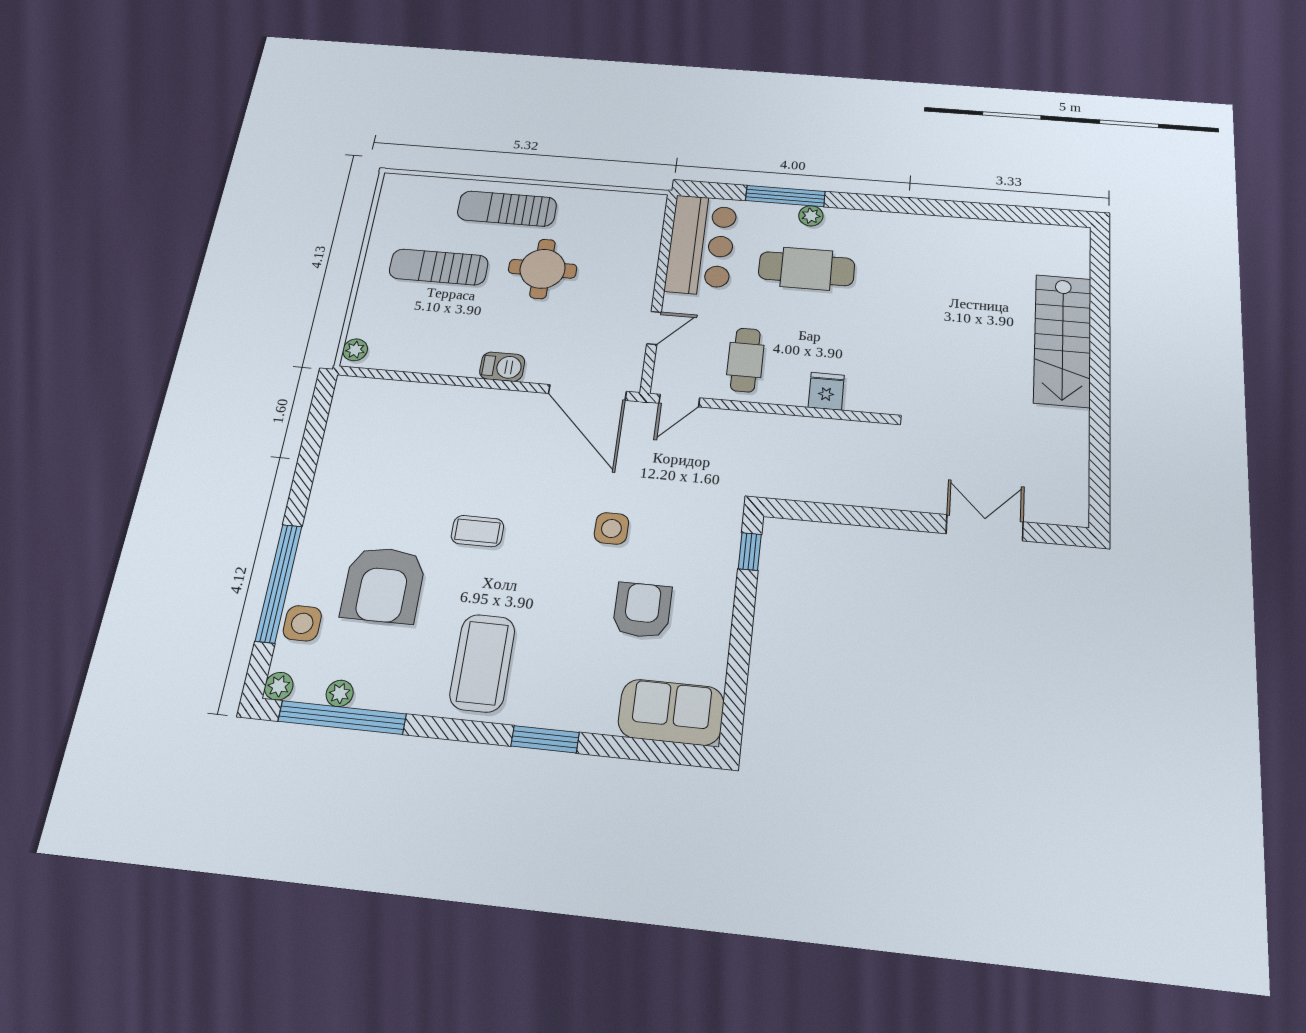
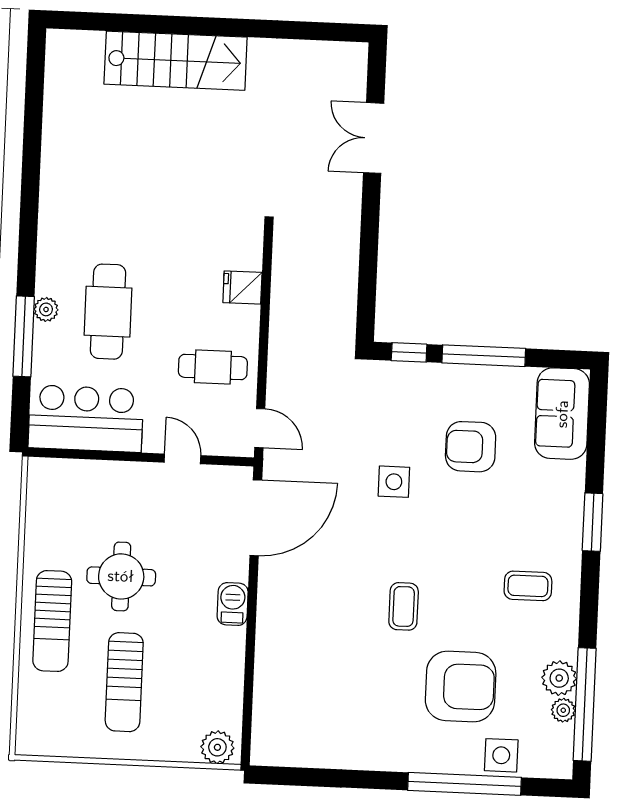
plant: (355, 350) -> (217, 747), width x1.38, depth x1.38
window: (742, 630) -> (484, 356), added
coffee table: (482, 663) -> (528, 586), width x0.54, depth x0.58
plant: (279, 686) -> (559, 678), moved, width x1.38, depth x1.38

